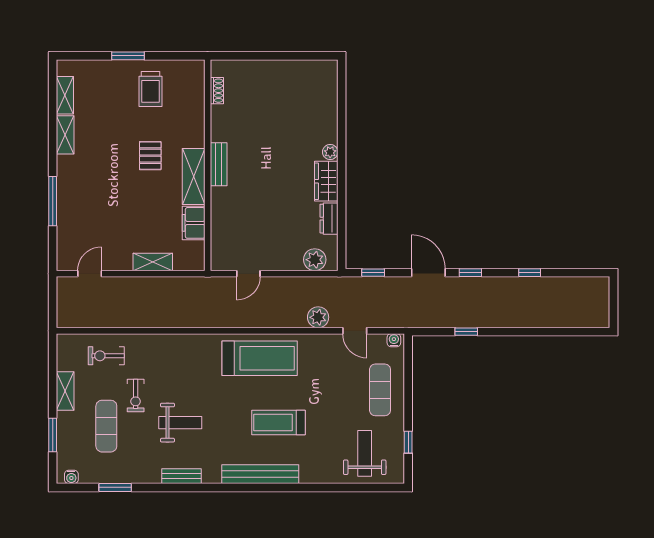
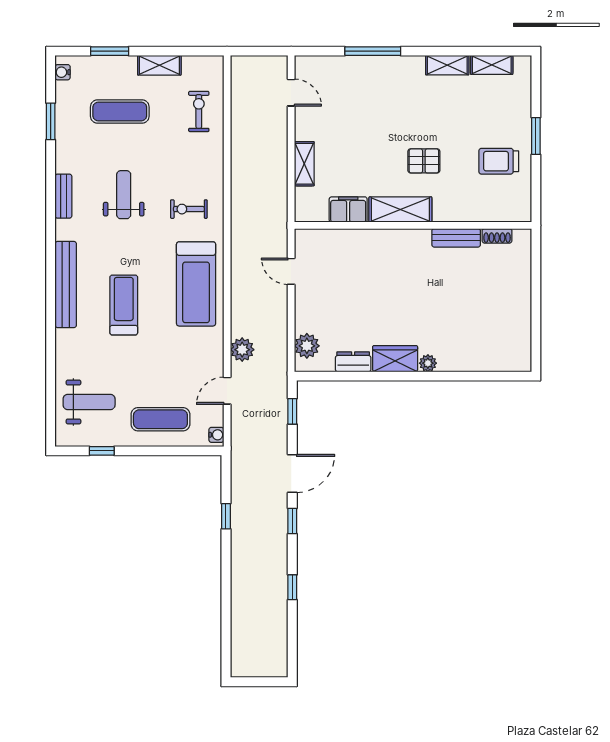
bench: (219, 164) -> (456, 238), moved
exercise bike: (136, 396) -> (189, 209), moved
weight bench: (180, 423) -> (124, 195), turned 180

